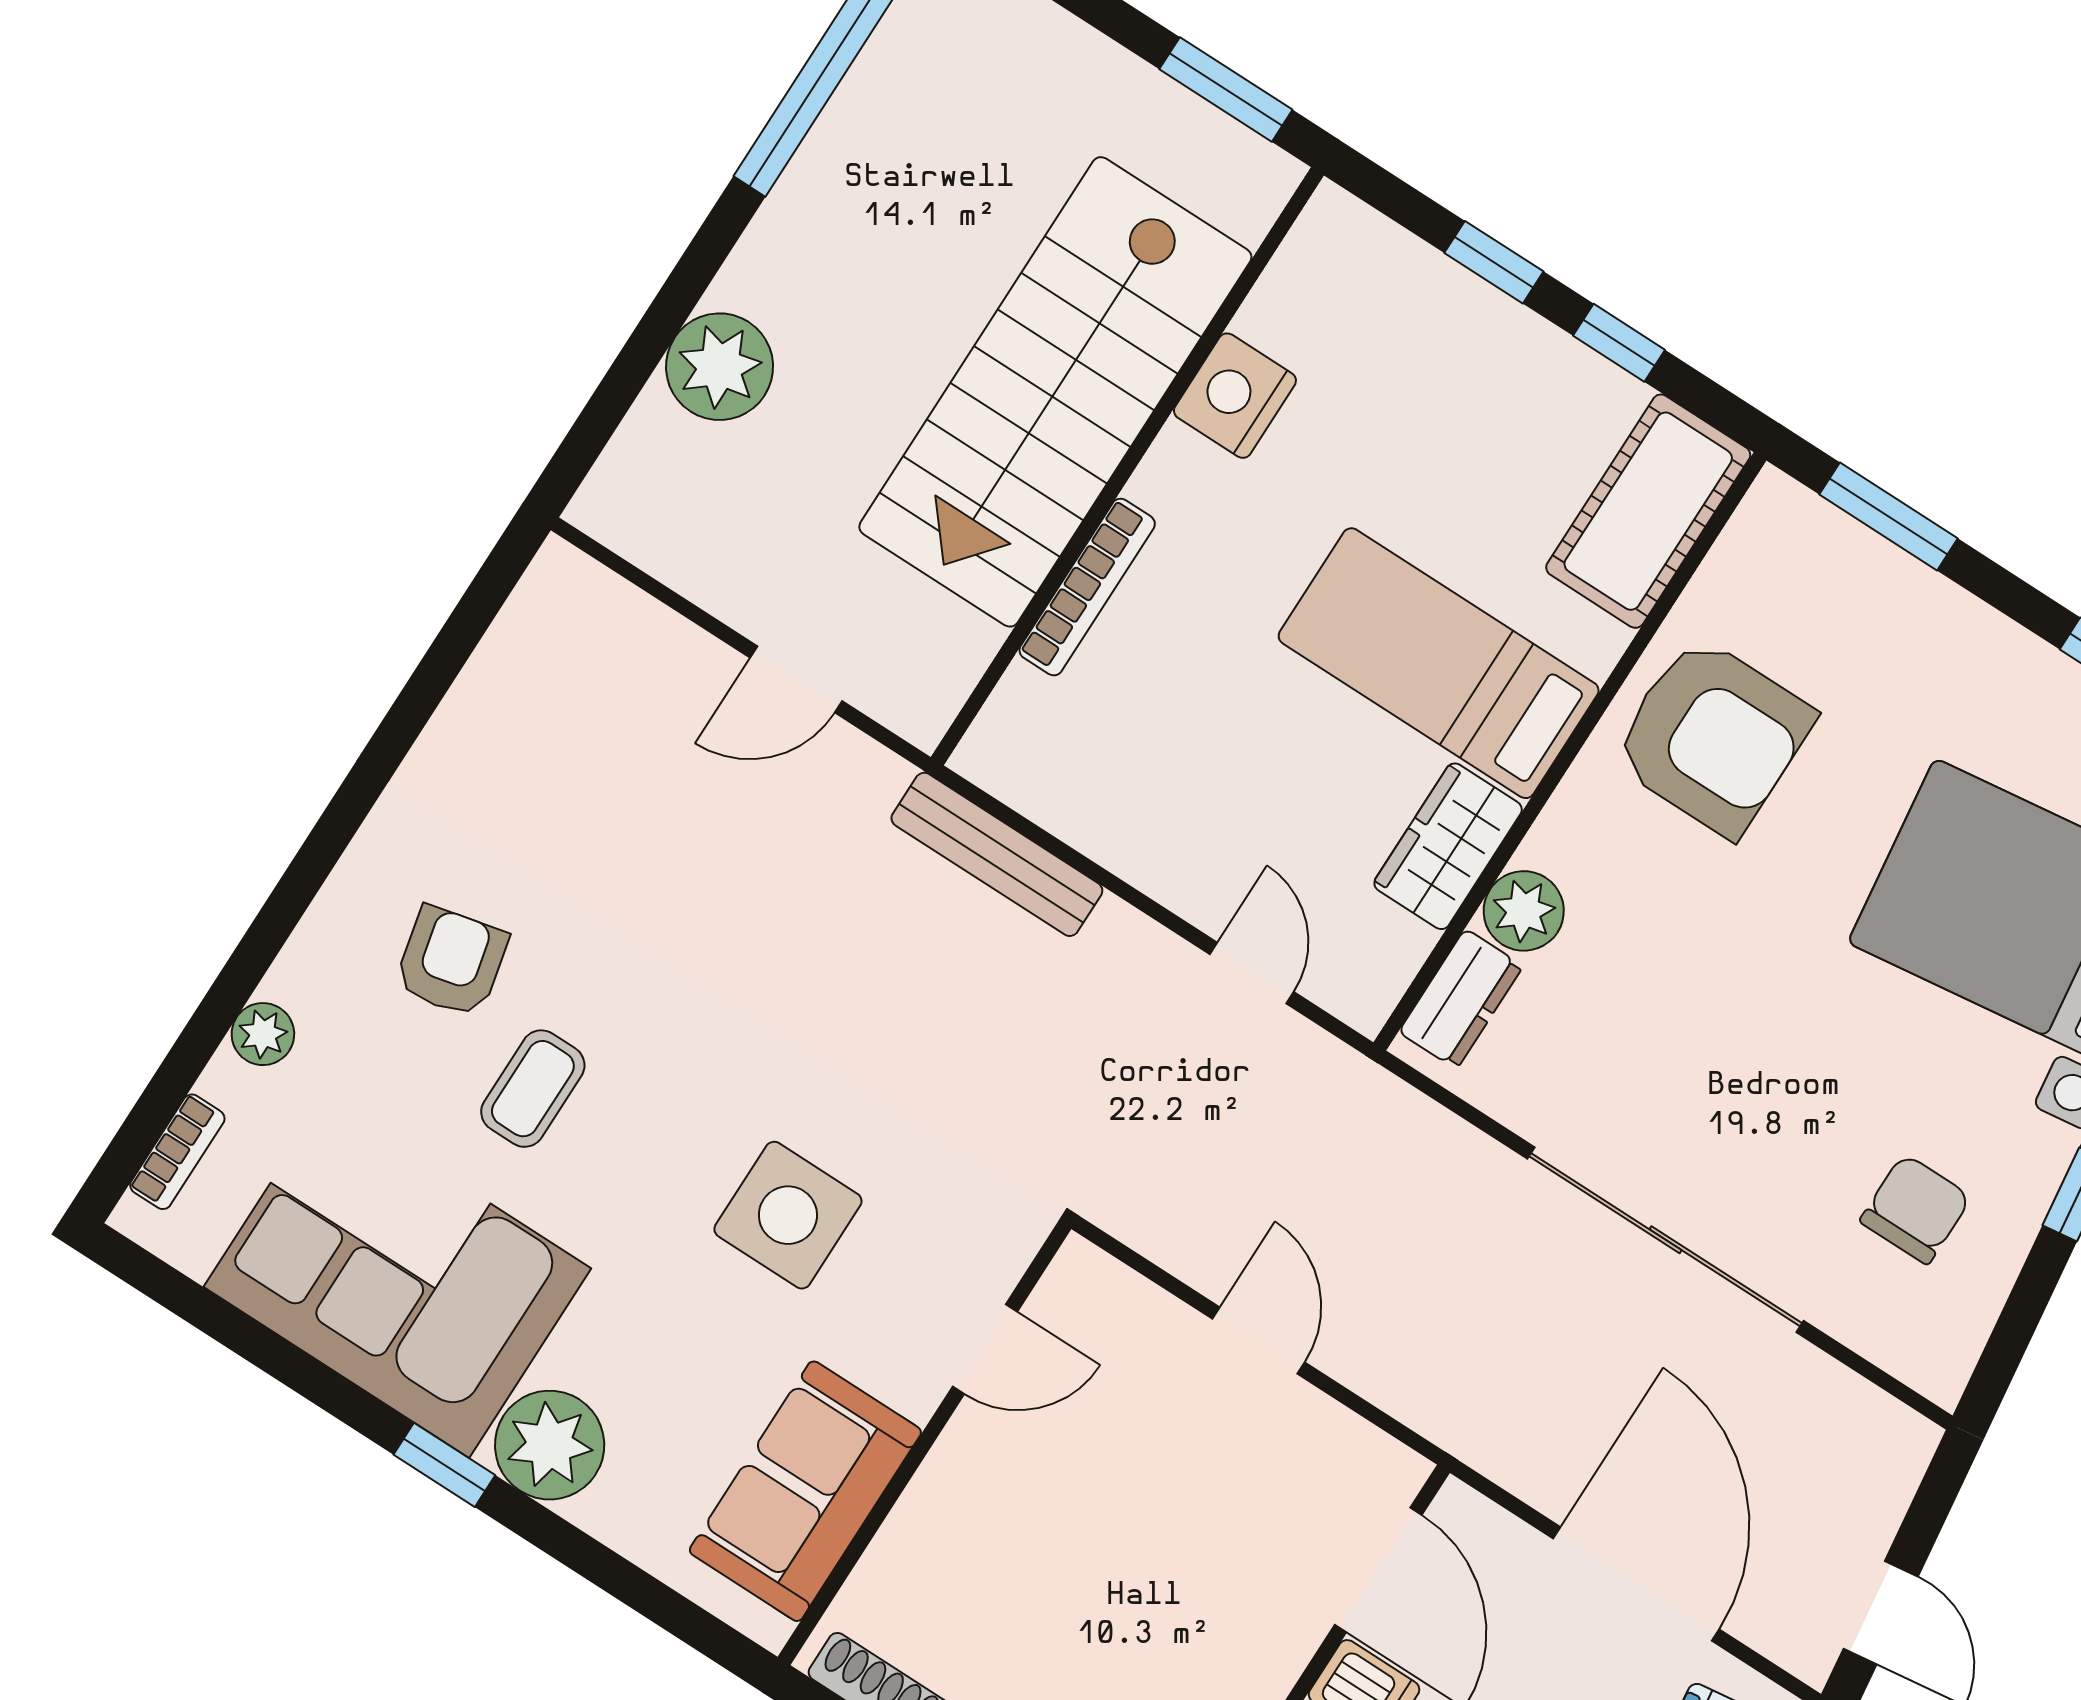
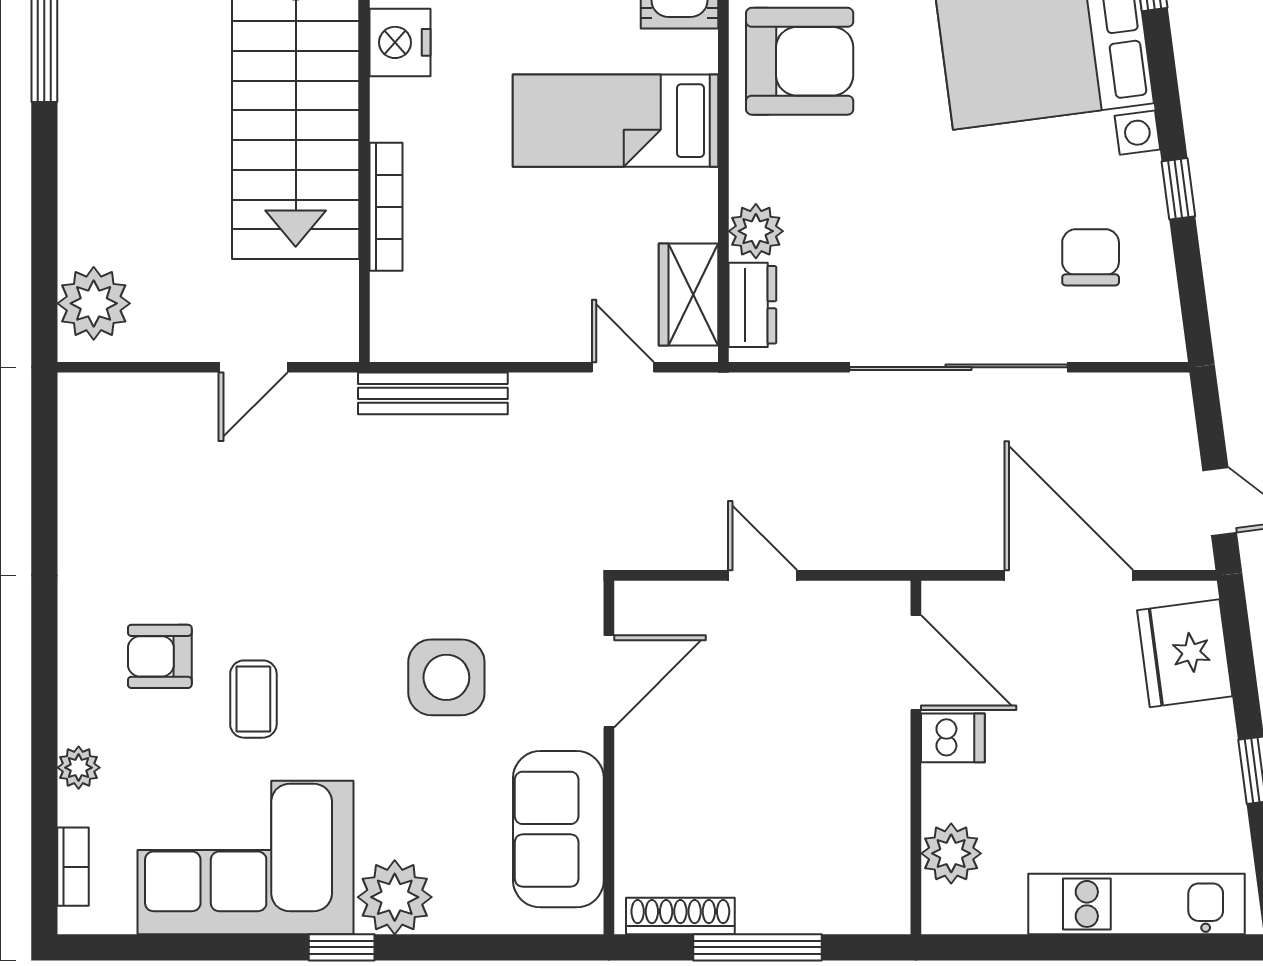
plant: (720, 367) -> (94, 303), moved
wardrobe: (1448, 846) -> (689, 294), moved
armchair: (451, 962) -> (160, 656), turned -77
door: (985, 1349) -> (609, 681), width x1.38

